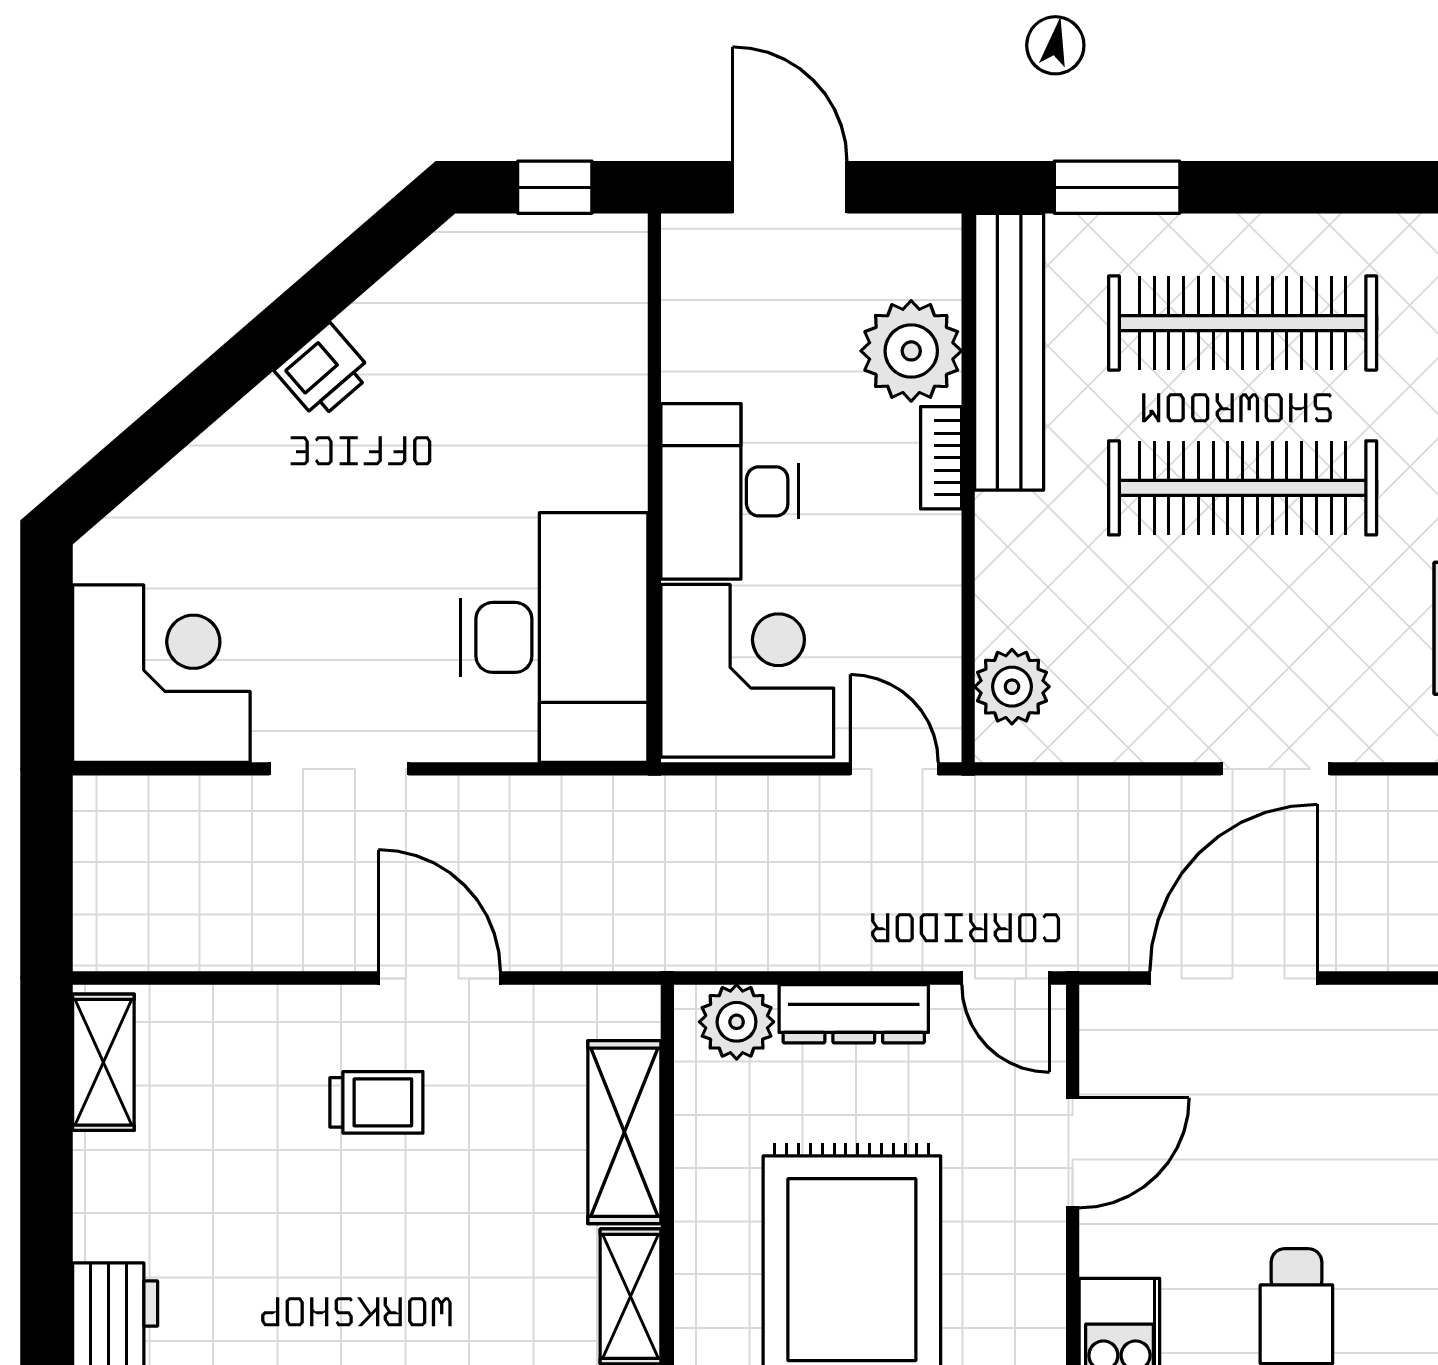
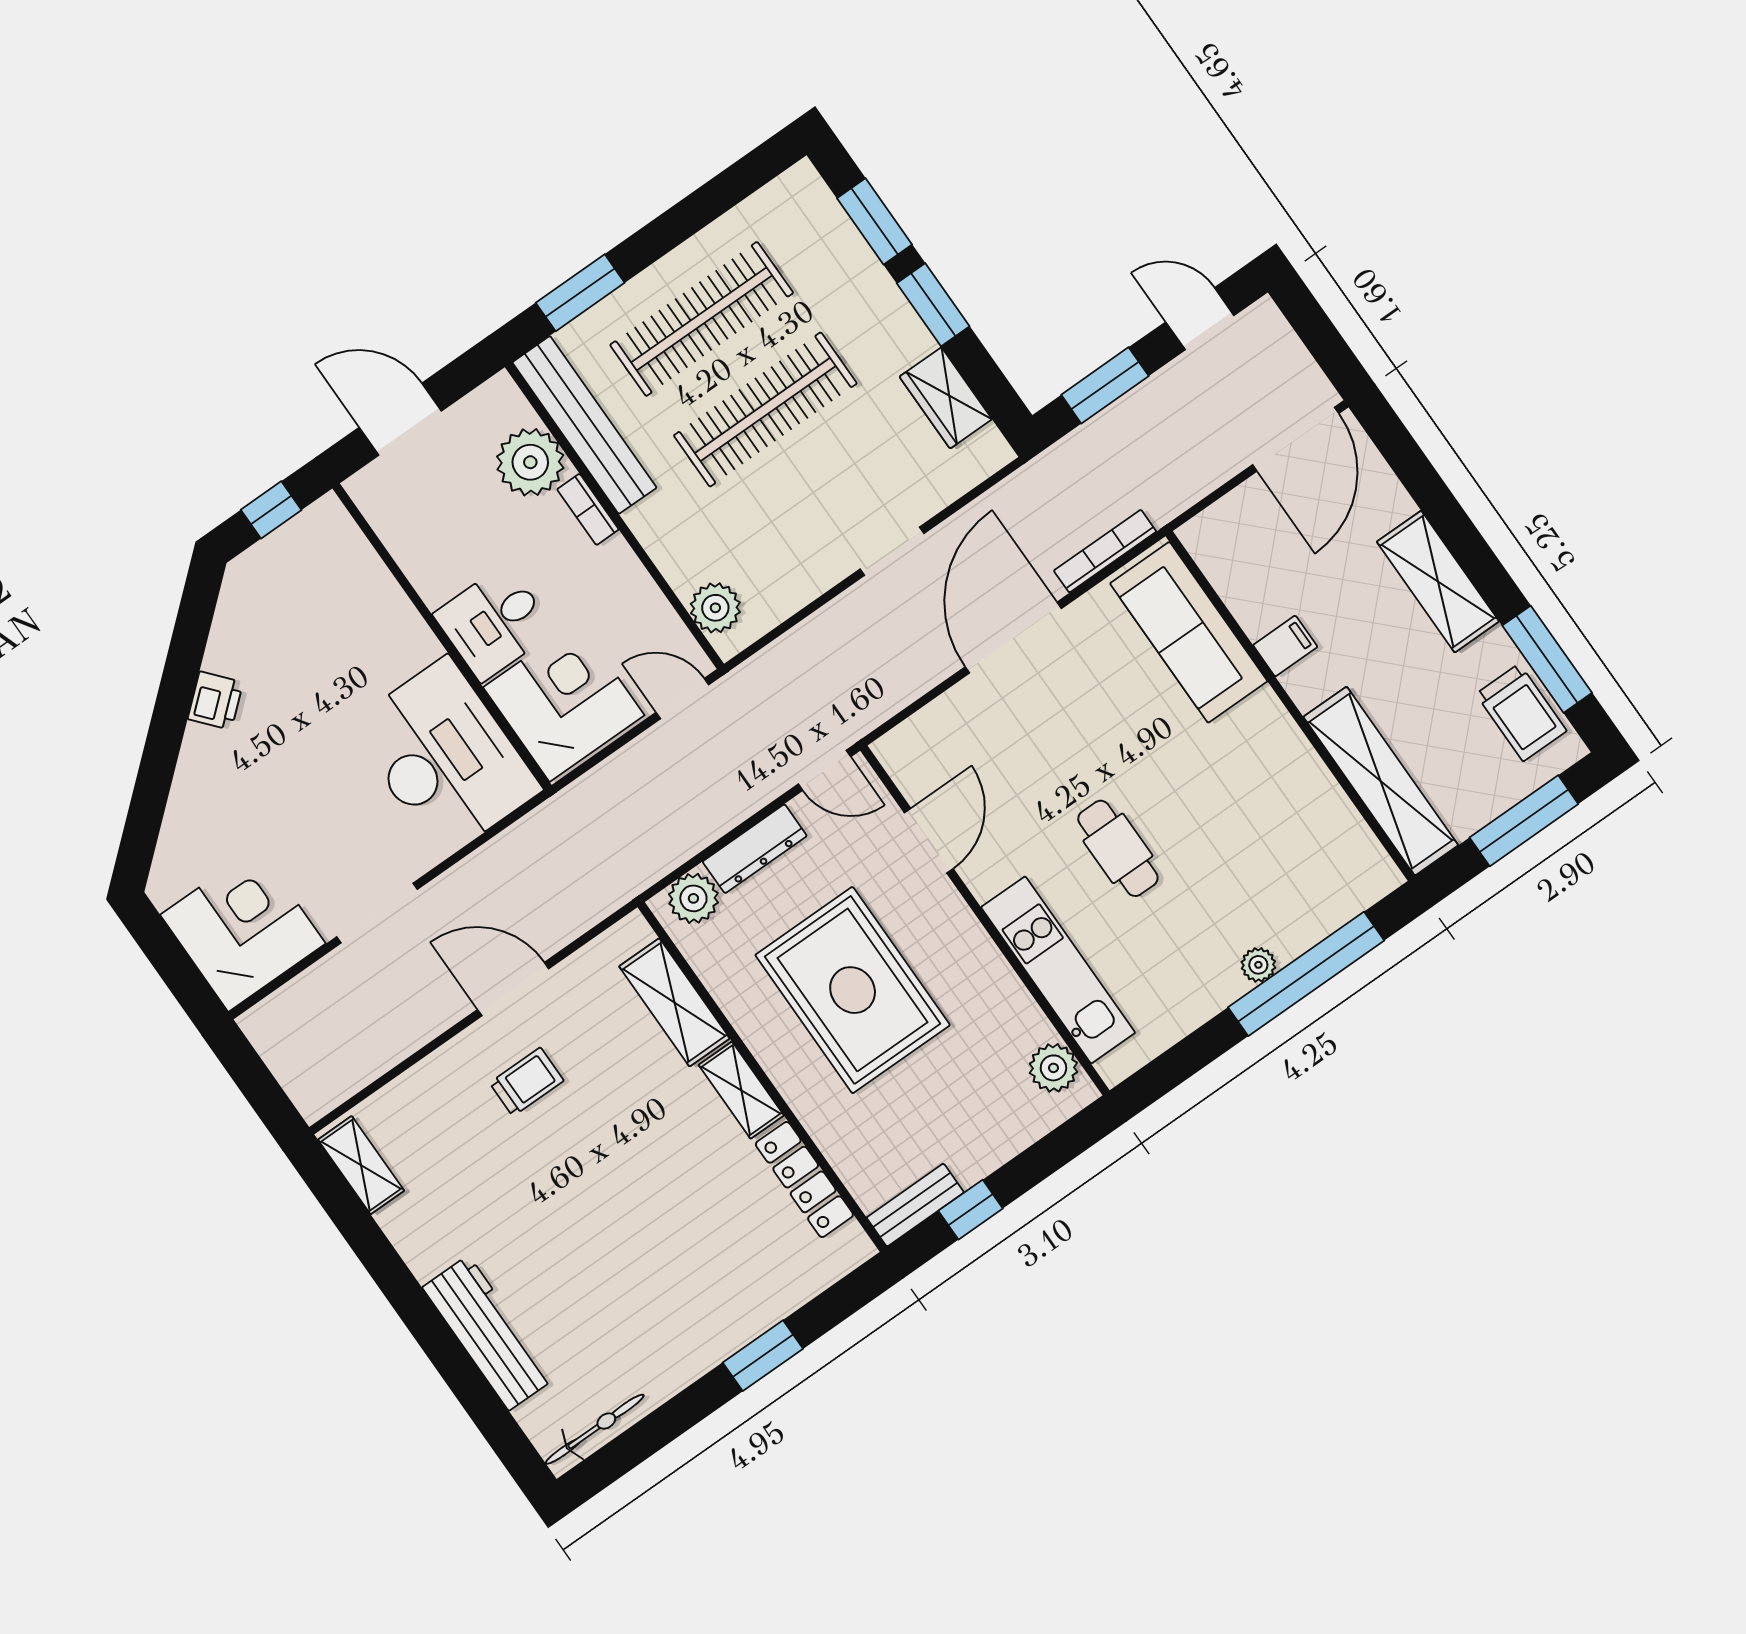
desk: (730, 491) -> (494, 623), width x0.73
door: (1233, 978) -> (1013, 638), moved

